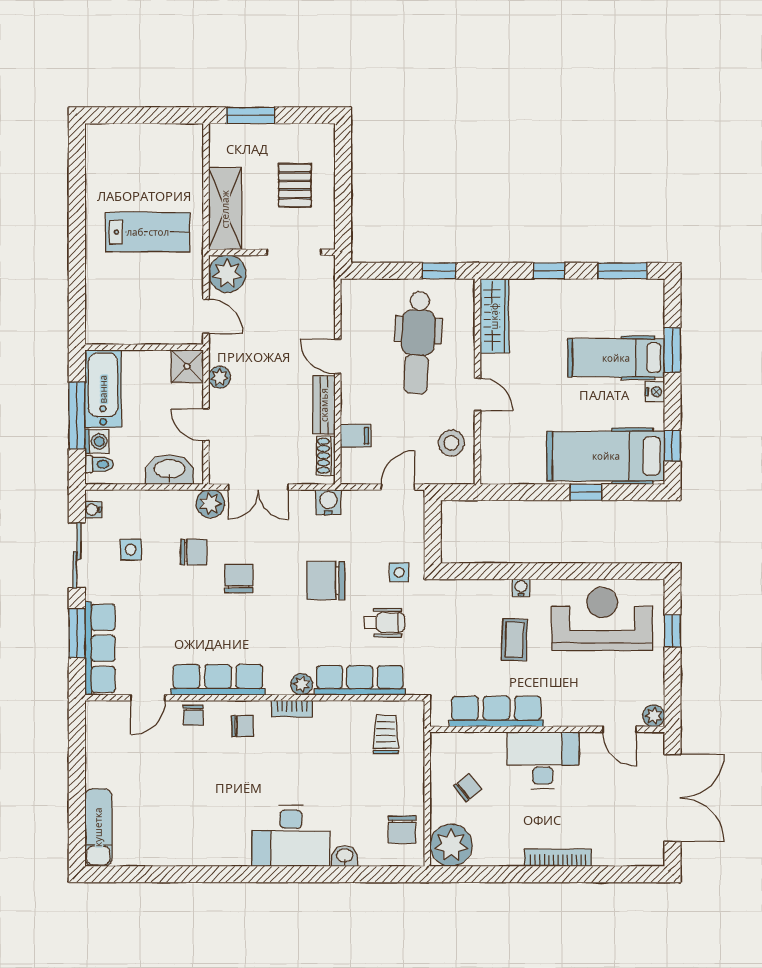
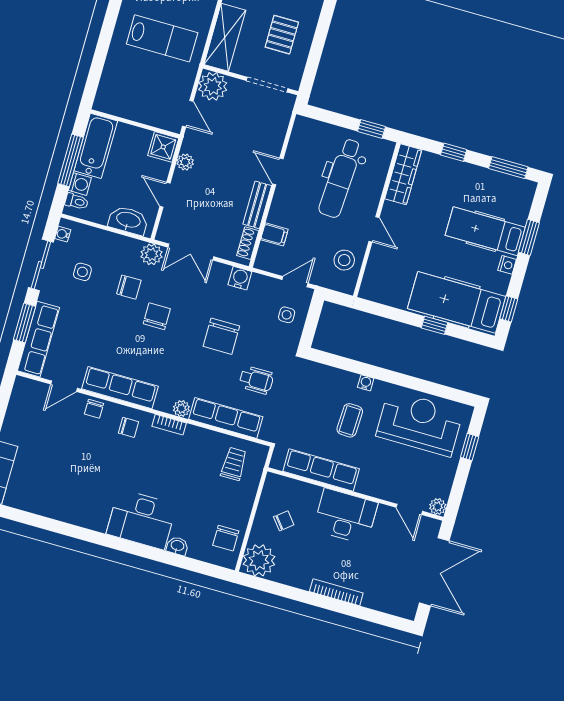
side table: (399, 572) -> (287, 315), moved
chair: (326, 581) -> (221, 336), turned -90

